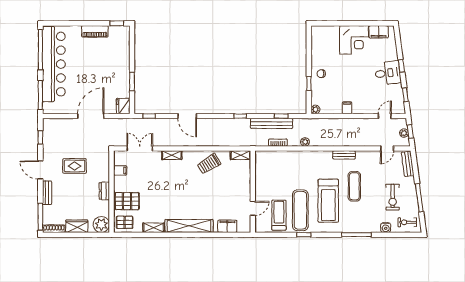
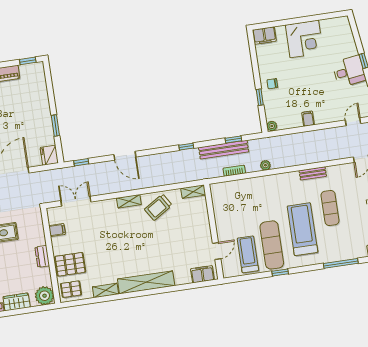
filing cabinet: (379, 32) -> (264, 36), moved
shelving: (172, 155) -> (129, 201), moved
treadmill: (328, 201) -> (302, 229), turned 180
filing cabinet: (227, 226) -> (202, 274), moved

